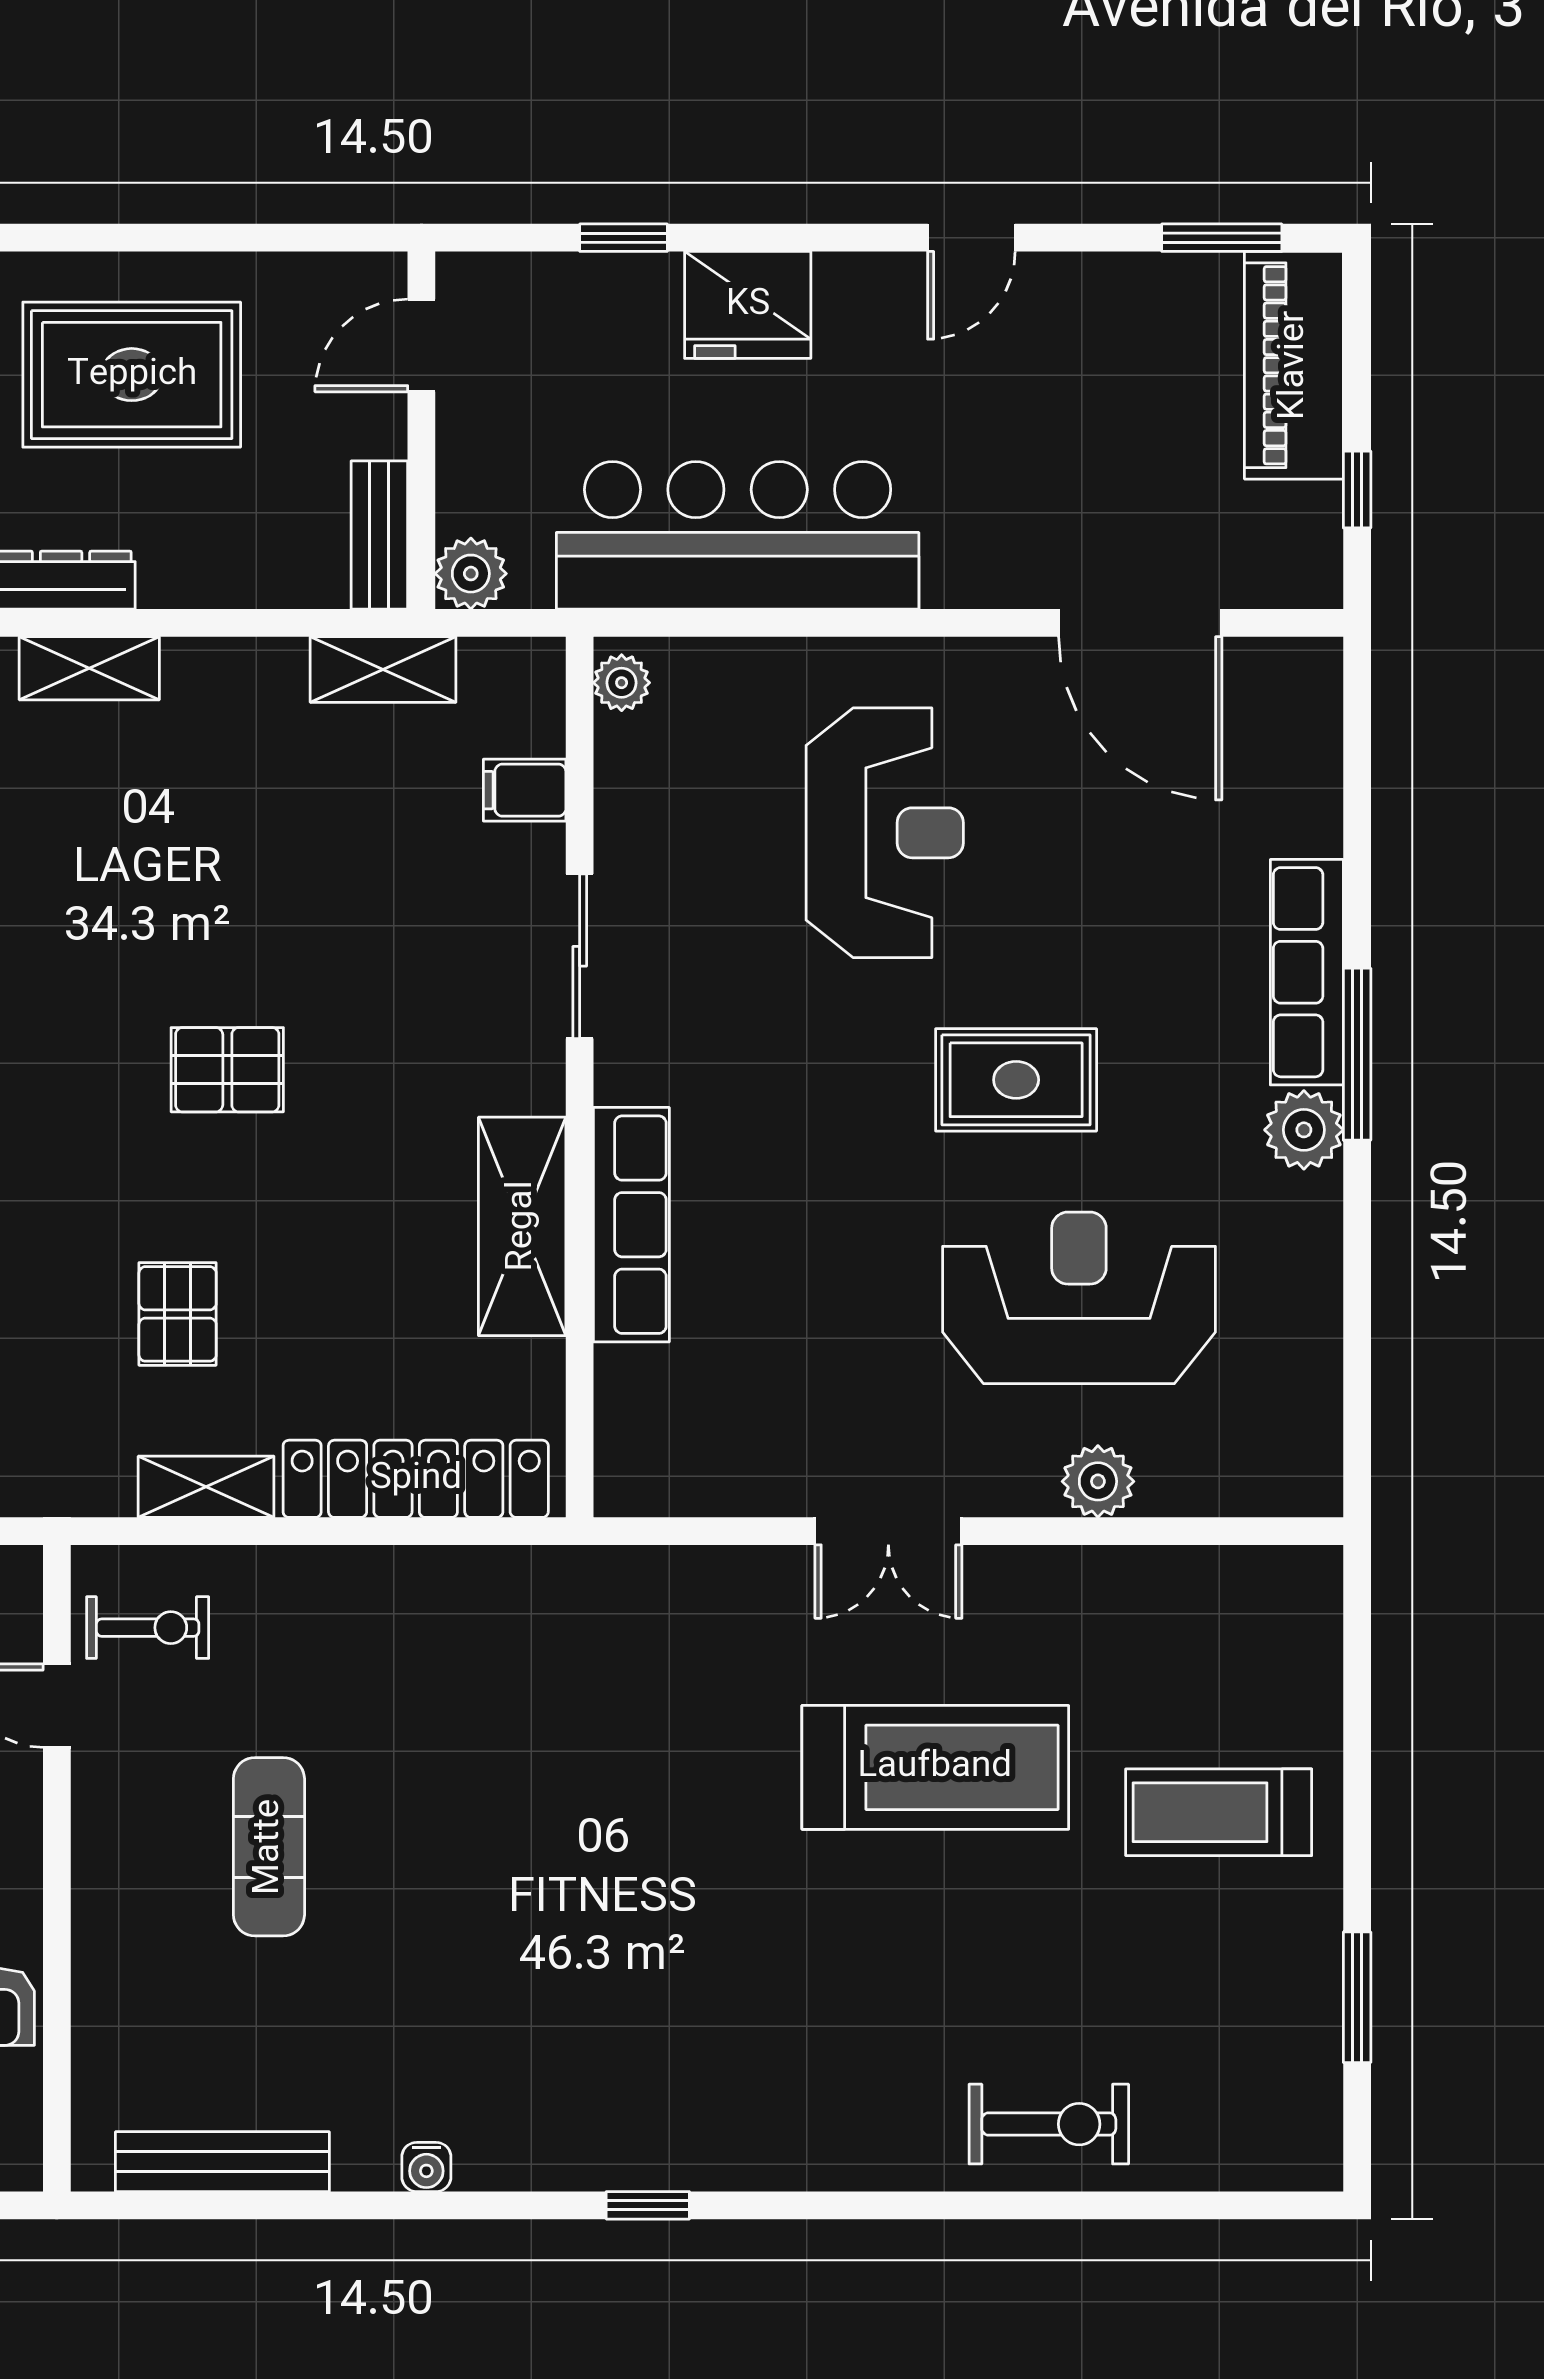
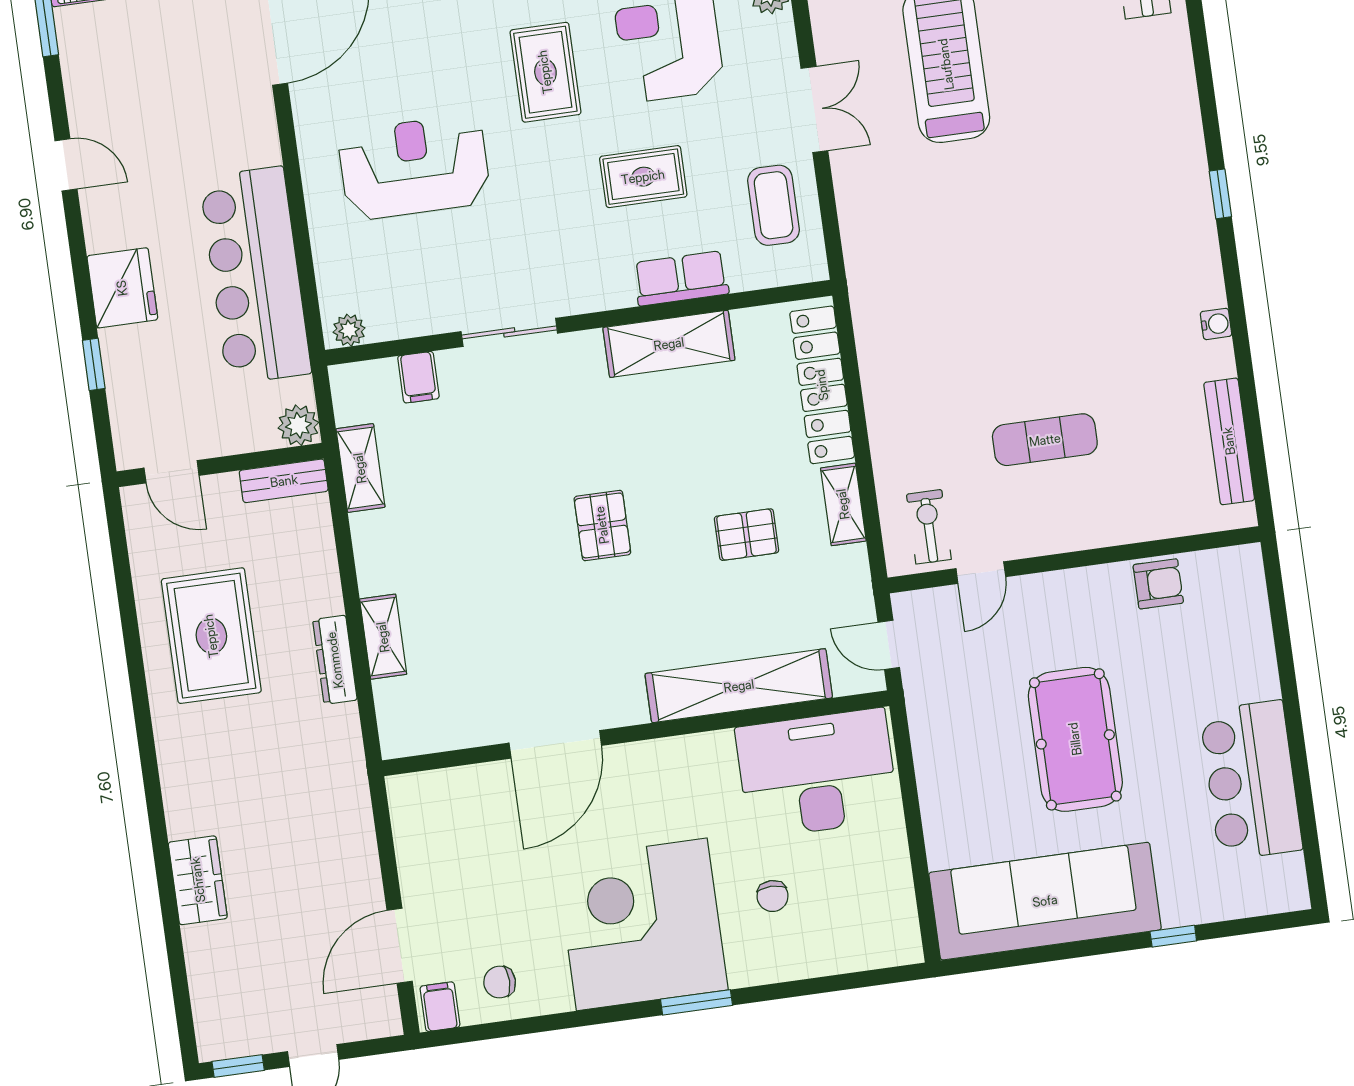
rug: (814, 1222) -> (643, 177), added
row of seats: (631, 1225) -> (681, 278), width x0.68
coffee table: (734, 1438) -> (774, 205), added

